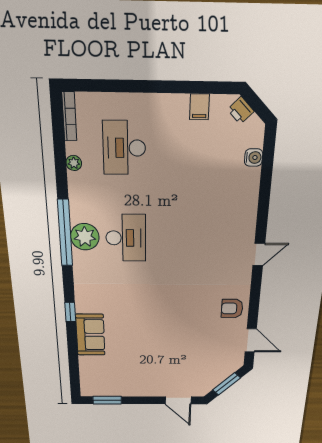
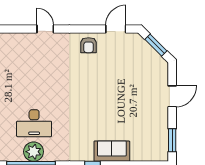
desk: (126, 238) -> (34, 123), turned 180
door: (178, 400) -> (172, 96), moved

